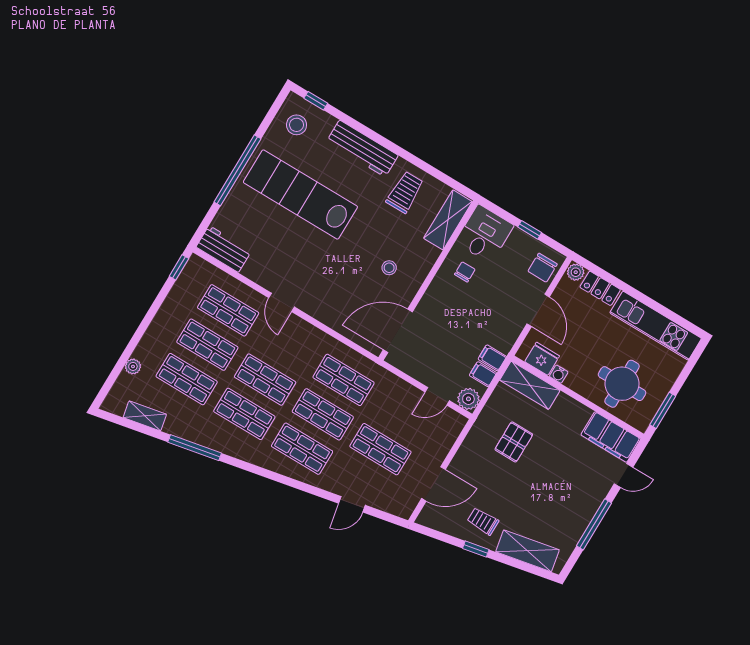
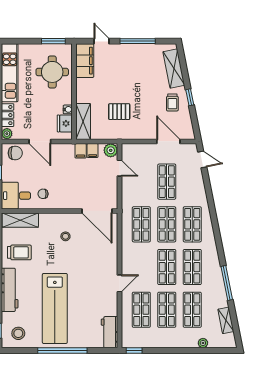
trolley: (405, 192) -> (19, 252), turned 180
door: (538, 310) -> (40, 141), swing flipped
door: (352, 504) -> (202, 159), moved

